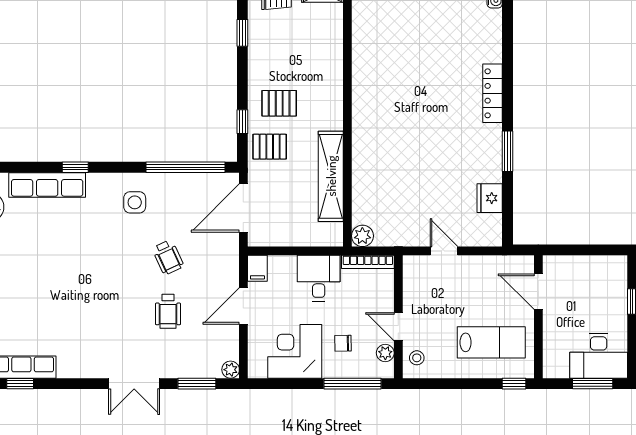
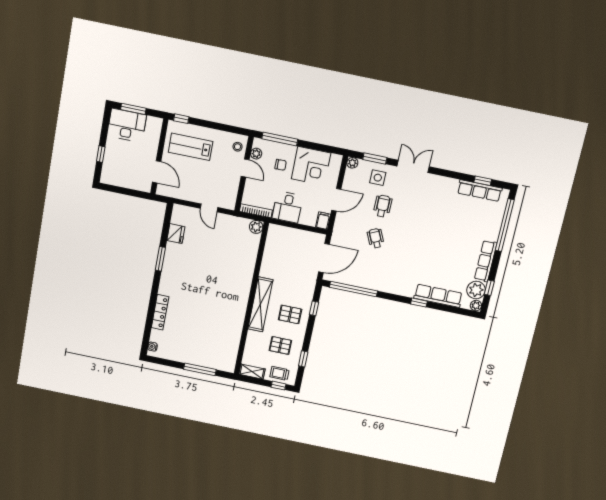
locker: (492, 93) -> (160, 312), moved
pallet: (270, 147) -> (280, 345), moved
shelving: (331, 176) -> (260, 304), moved
side table: (135, 202) -> (378, 178), moved

